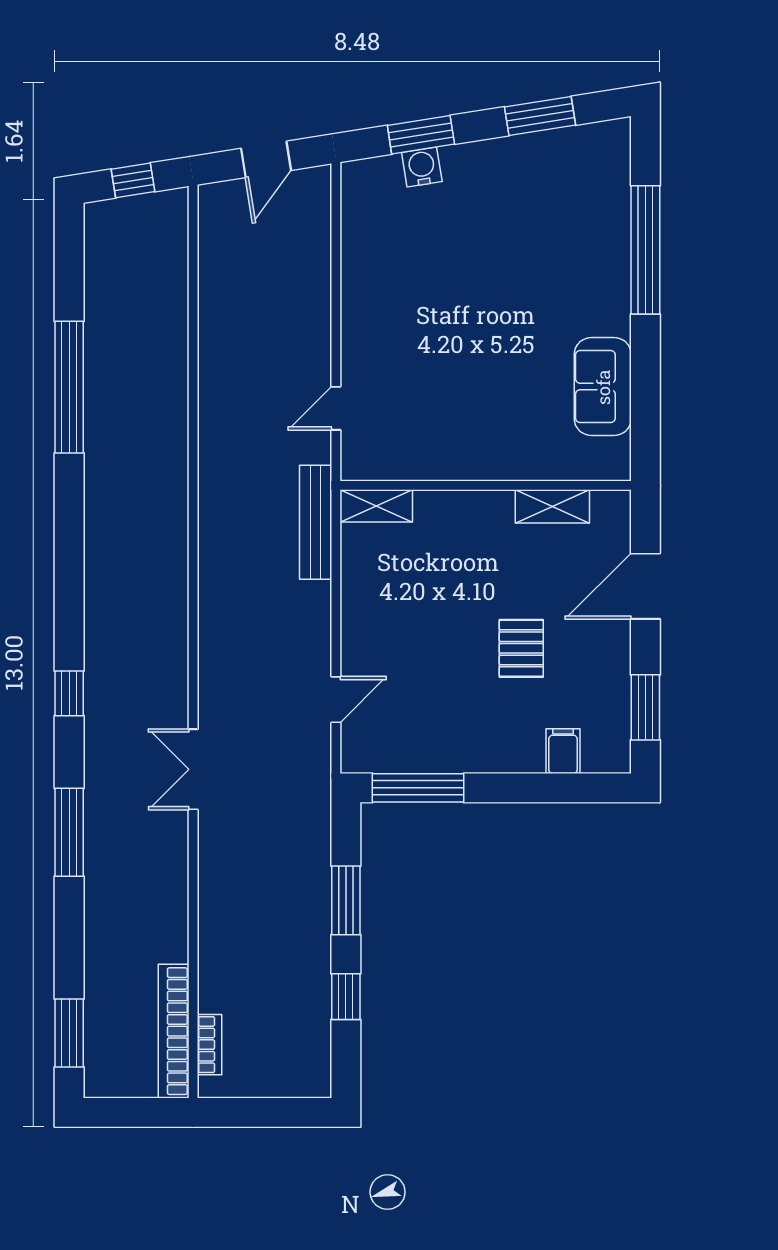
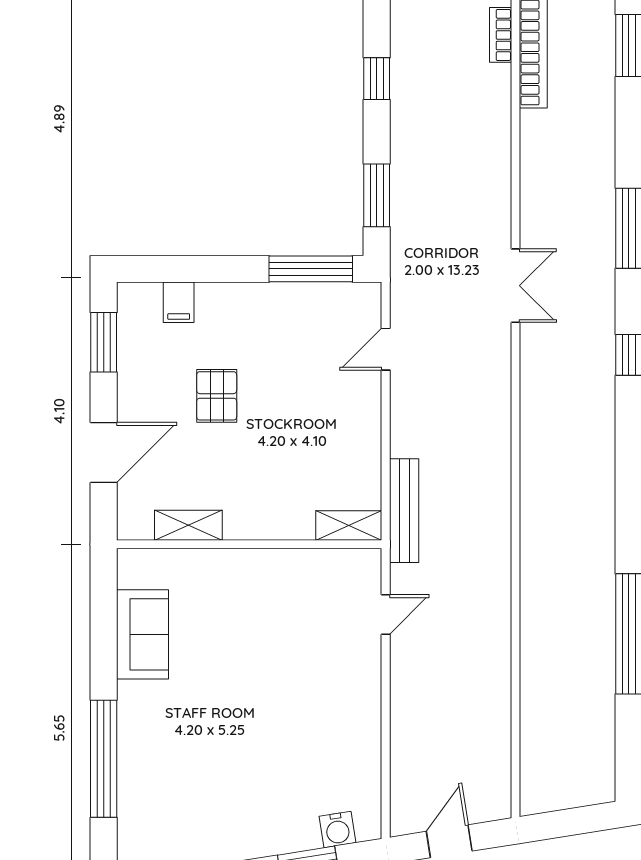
water cooler: (422, 167) -> (337, 829), moved
window: (133, 180) -> (570, 822), removed
window: (346, 900) -> (377, 195), moved

